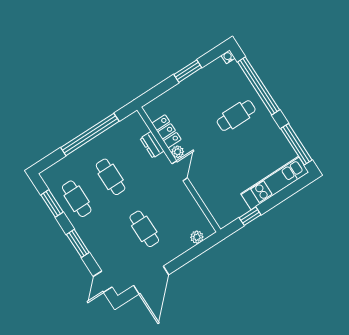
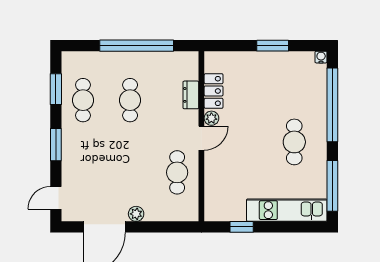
cafe table: (236, 116) -> (294, 142), moved, turned 90
cafe table: (144, 229) -> (177, 172), moved
plant: (197, 237) -> (136, 214), moved

